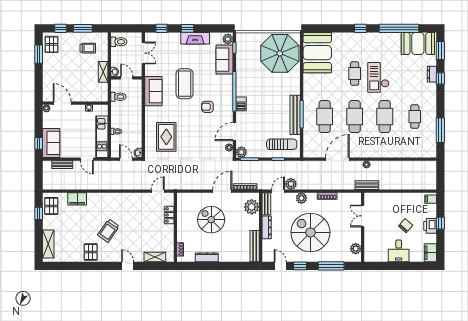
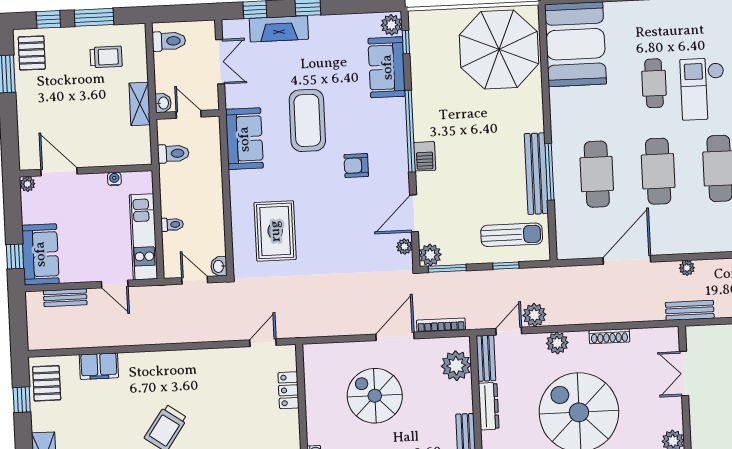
fireplace: (195, 38) -> (279, 29), moved

